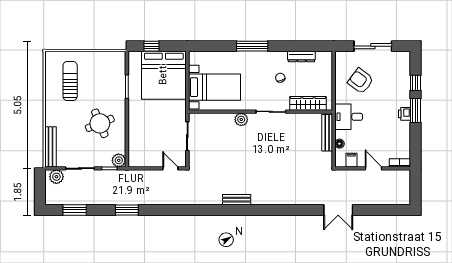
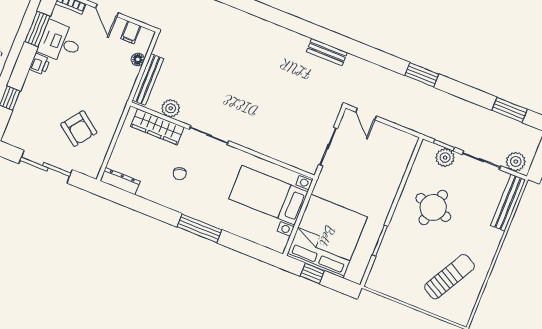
window: (152, 46) -> (312, 273), moved
dresser: (301, 57) -> (120, 181), moved
sun lounger: (70, 81) -> (449, 277), turned -151
window: (415, 111) -> (37, 29), moved
desk: (349, 117) -> (60, 42), moved, turned 180
plant: (241, 119) -> (171, 108), moved
round table: (100, 123) -> (433, 207), turned 37
plant: (119, 160) -> (445, 158), moved
bench: (237, 200) -> (327, 52), moved
window: (127, 210) -> (422, 75), moved

